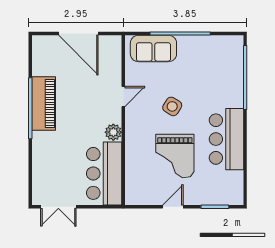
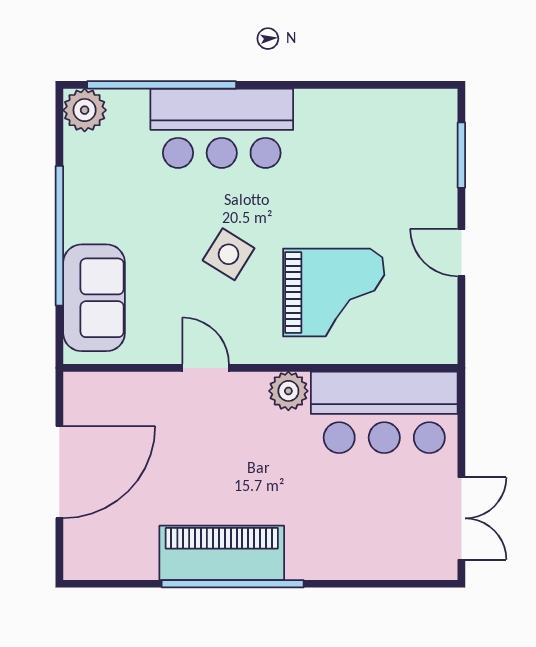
plant: (234, 44) -> (85, 110), added
bar counter: (226, 139) -> (222, 128), moved
grand piano: (175, 156) -> (334, 292), moved

